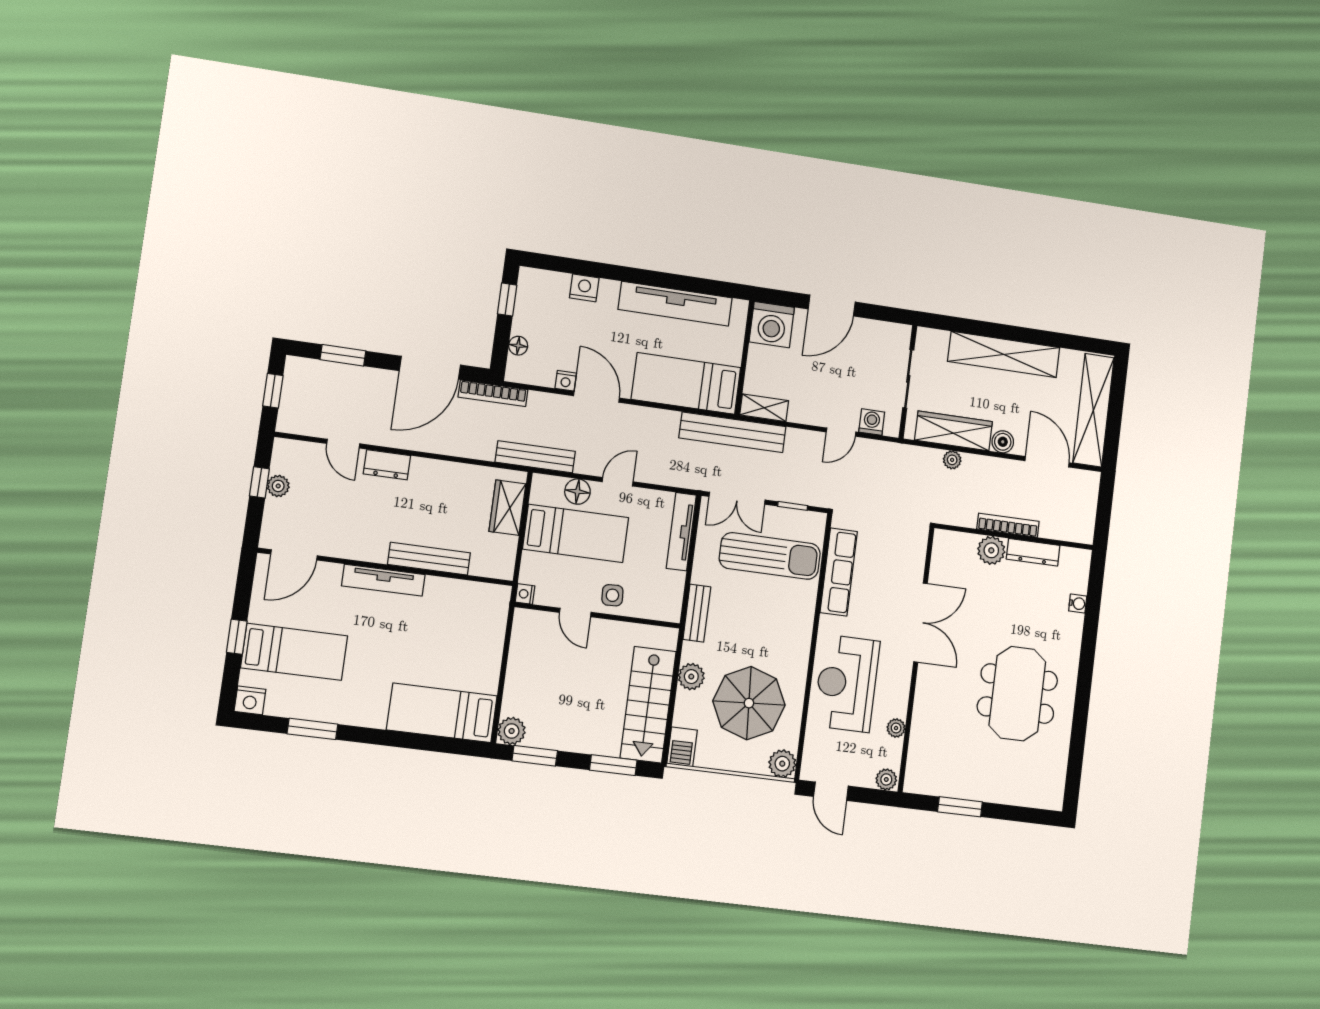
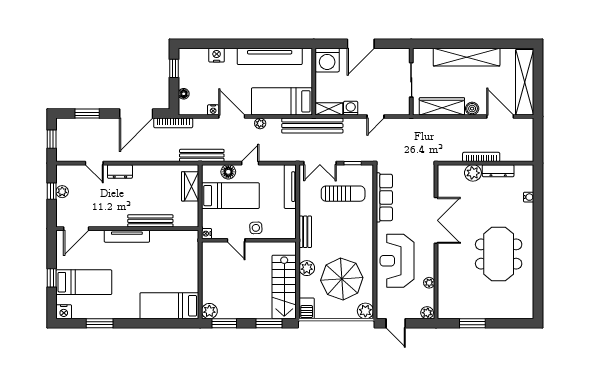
washing machine: (872, 422) -> (351, 108), moved
plant: (952, 460) -> (260, 123), moved
sun lounger: (770, 556) -> (343, 194), width x0.73, depth x0.75

